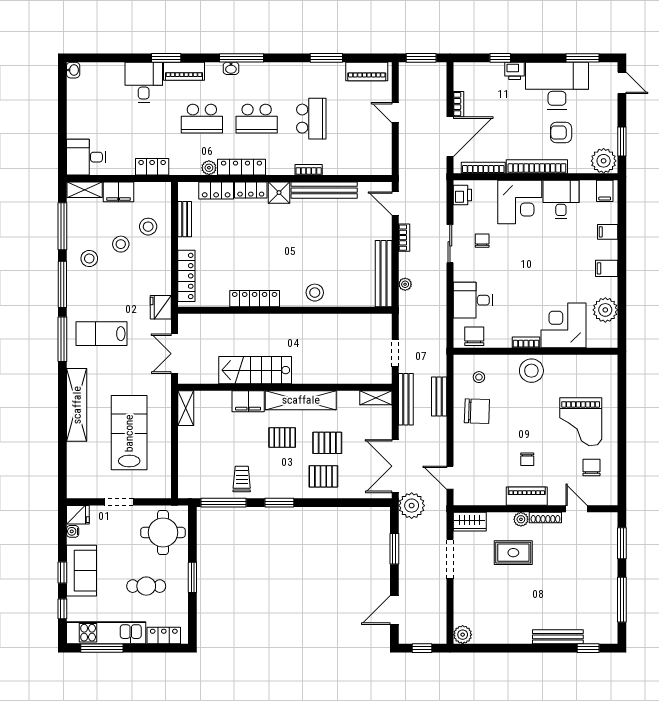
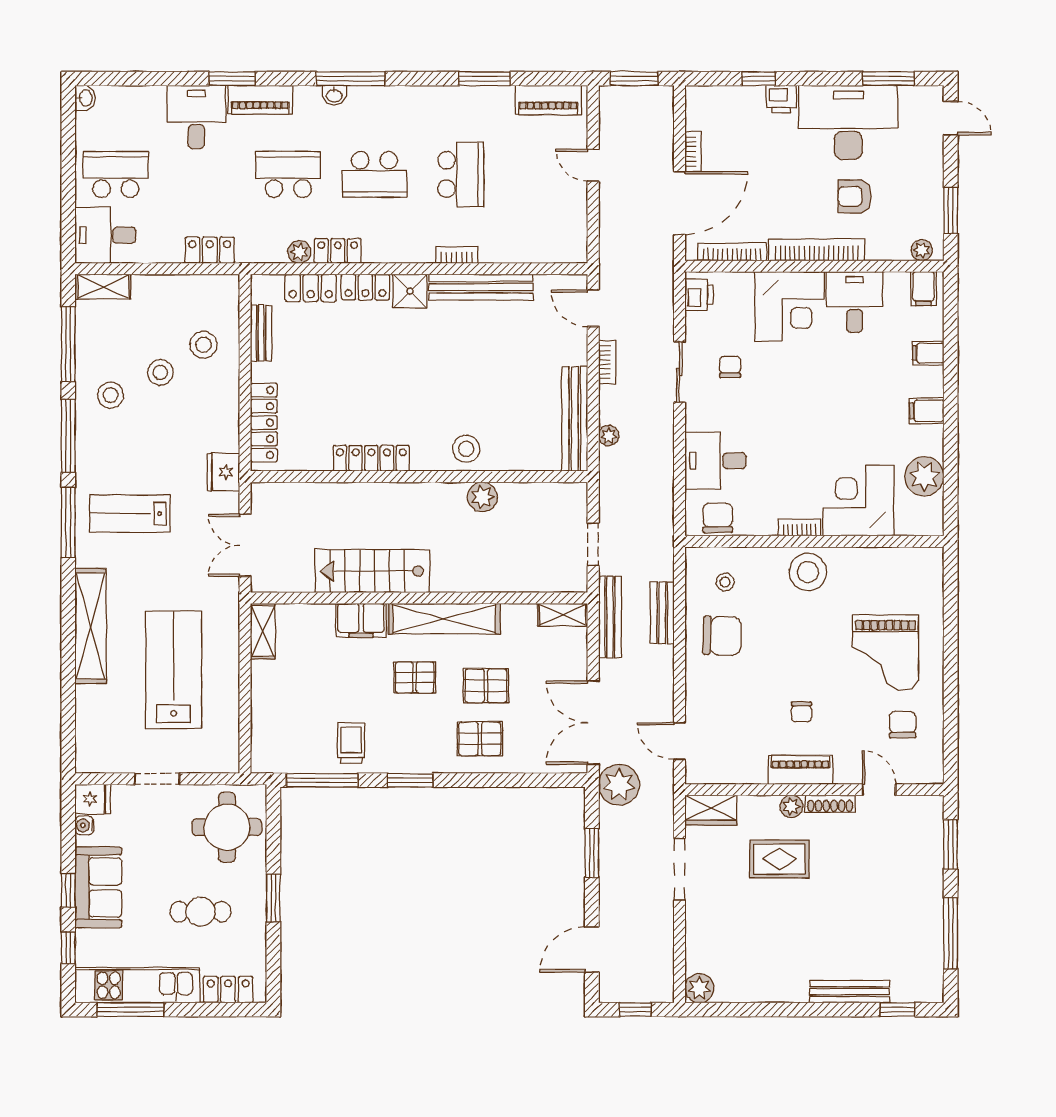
school desk: (93, 119) -> (116, 174), added
school desk: (202, 119) -> (288, 174), turned 180
plant: (604, 161) -> (922, 250), width x0.53, depth x0.53
locker: (241, 167) -> (338, 251), width x0.66
filing cabinet: (119, 192) -> (157, 290), removed
plant: (325, 323) -> (483, 497), added

